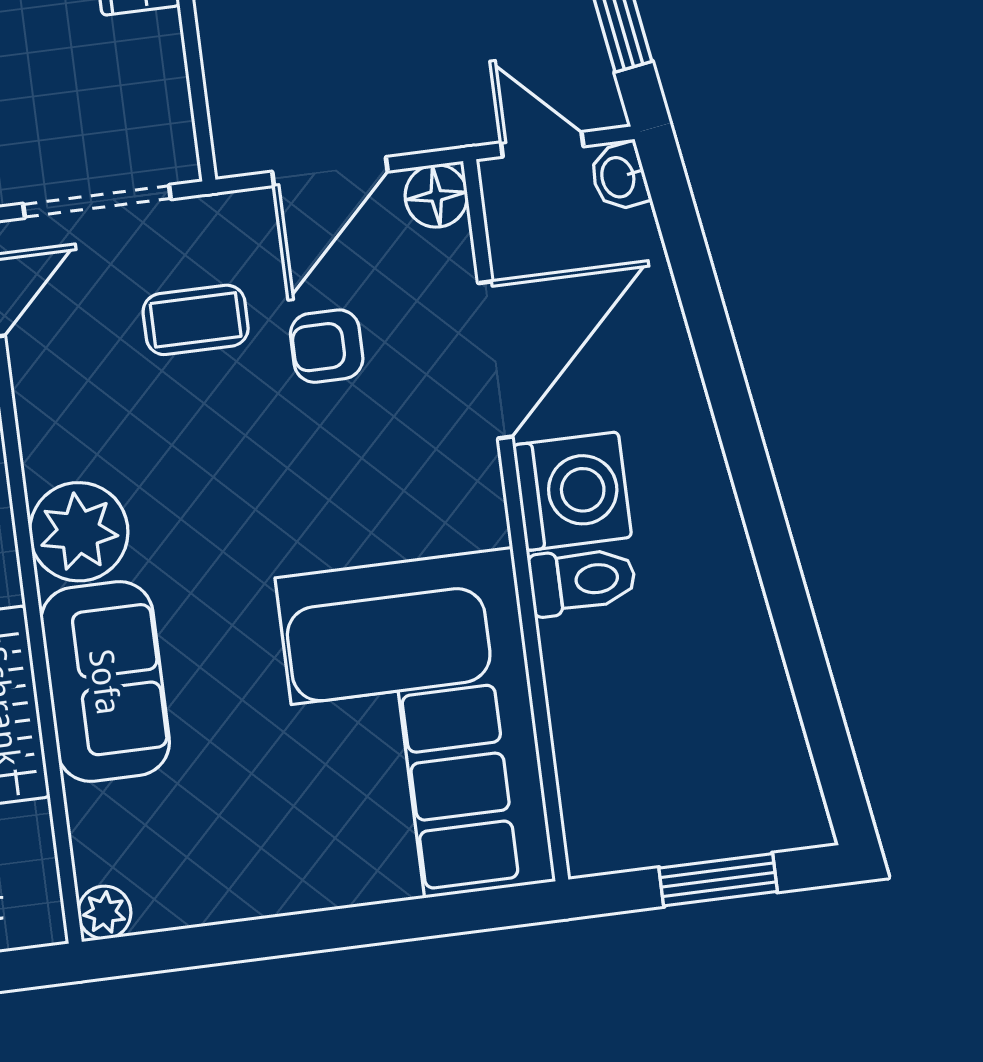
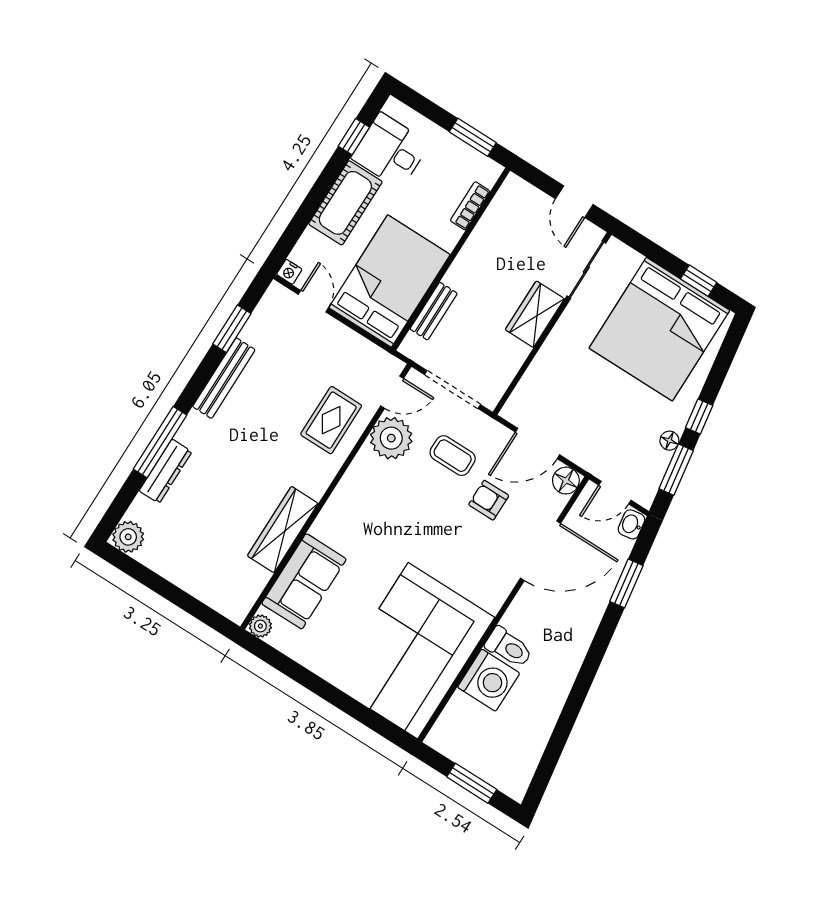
door: (542, 144) -> (615, 493), swing flipped
window: (698, 290) -> (626, 583), added
washing machine: (572, 491) -> (489, 680), moved
plant: (79, 532) -> (391, 438), moved
sofa: (105, 682) -> (304, 581), moved

